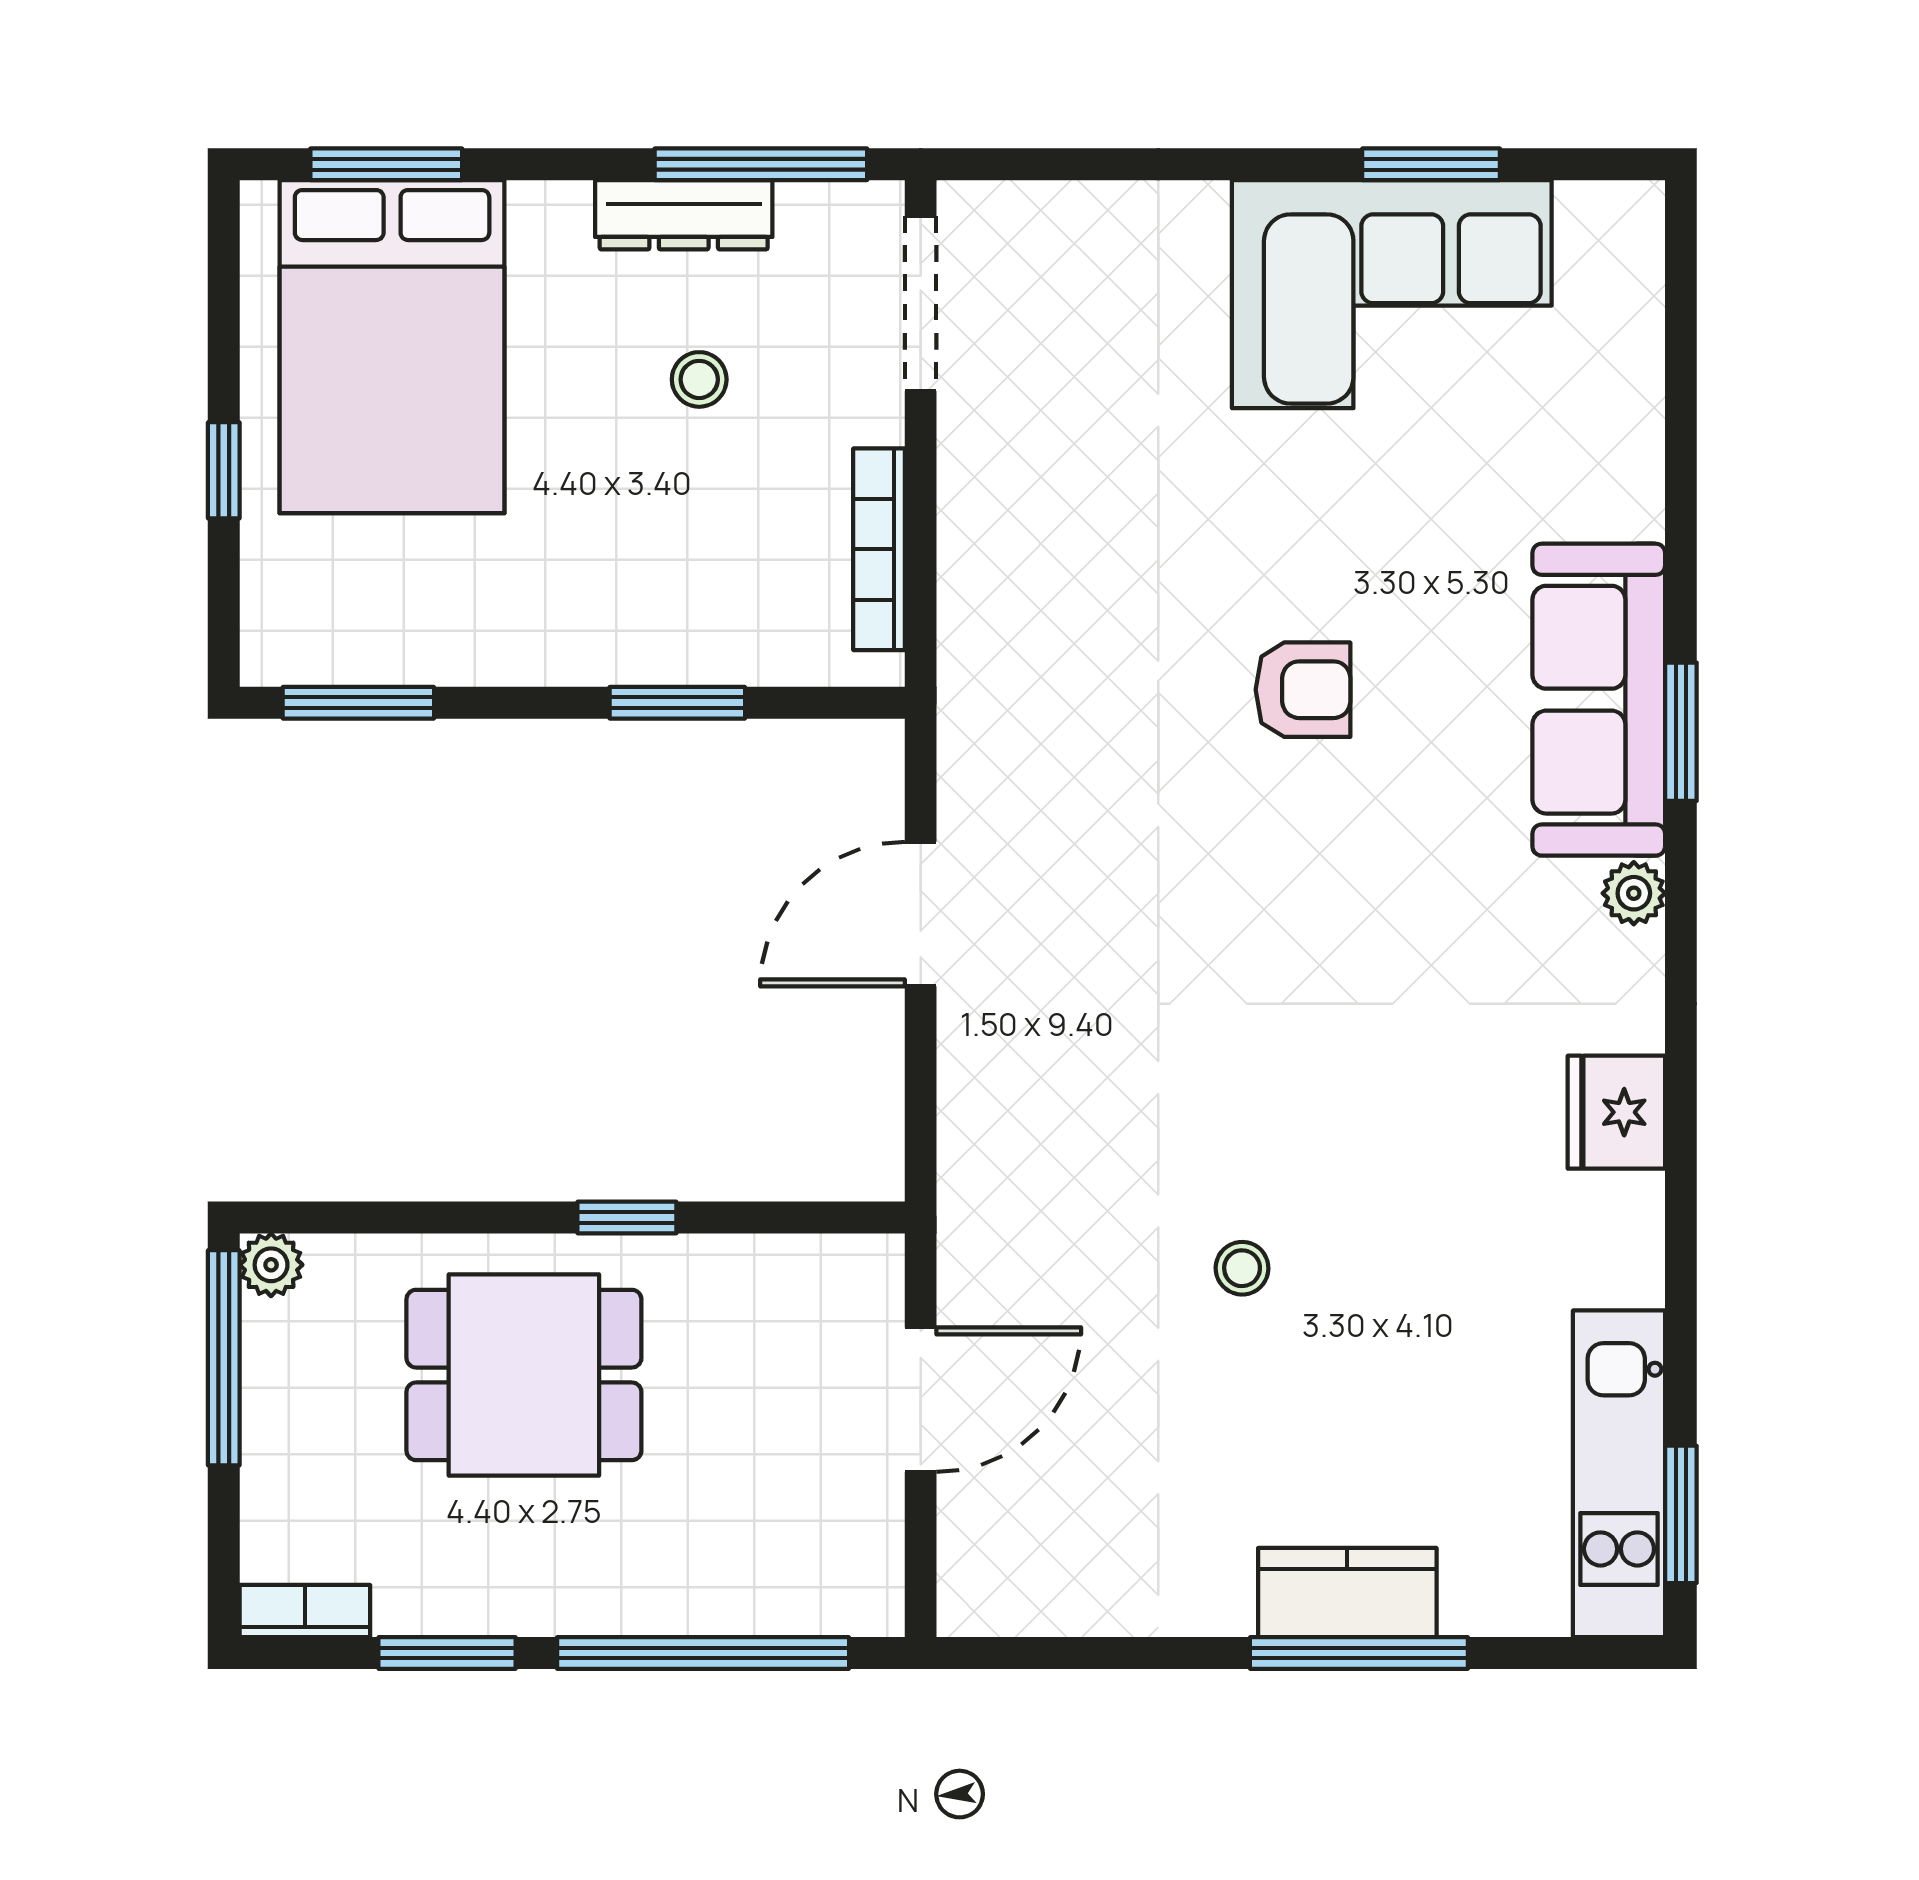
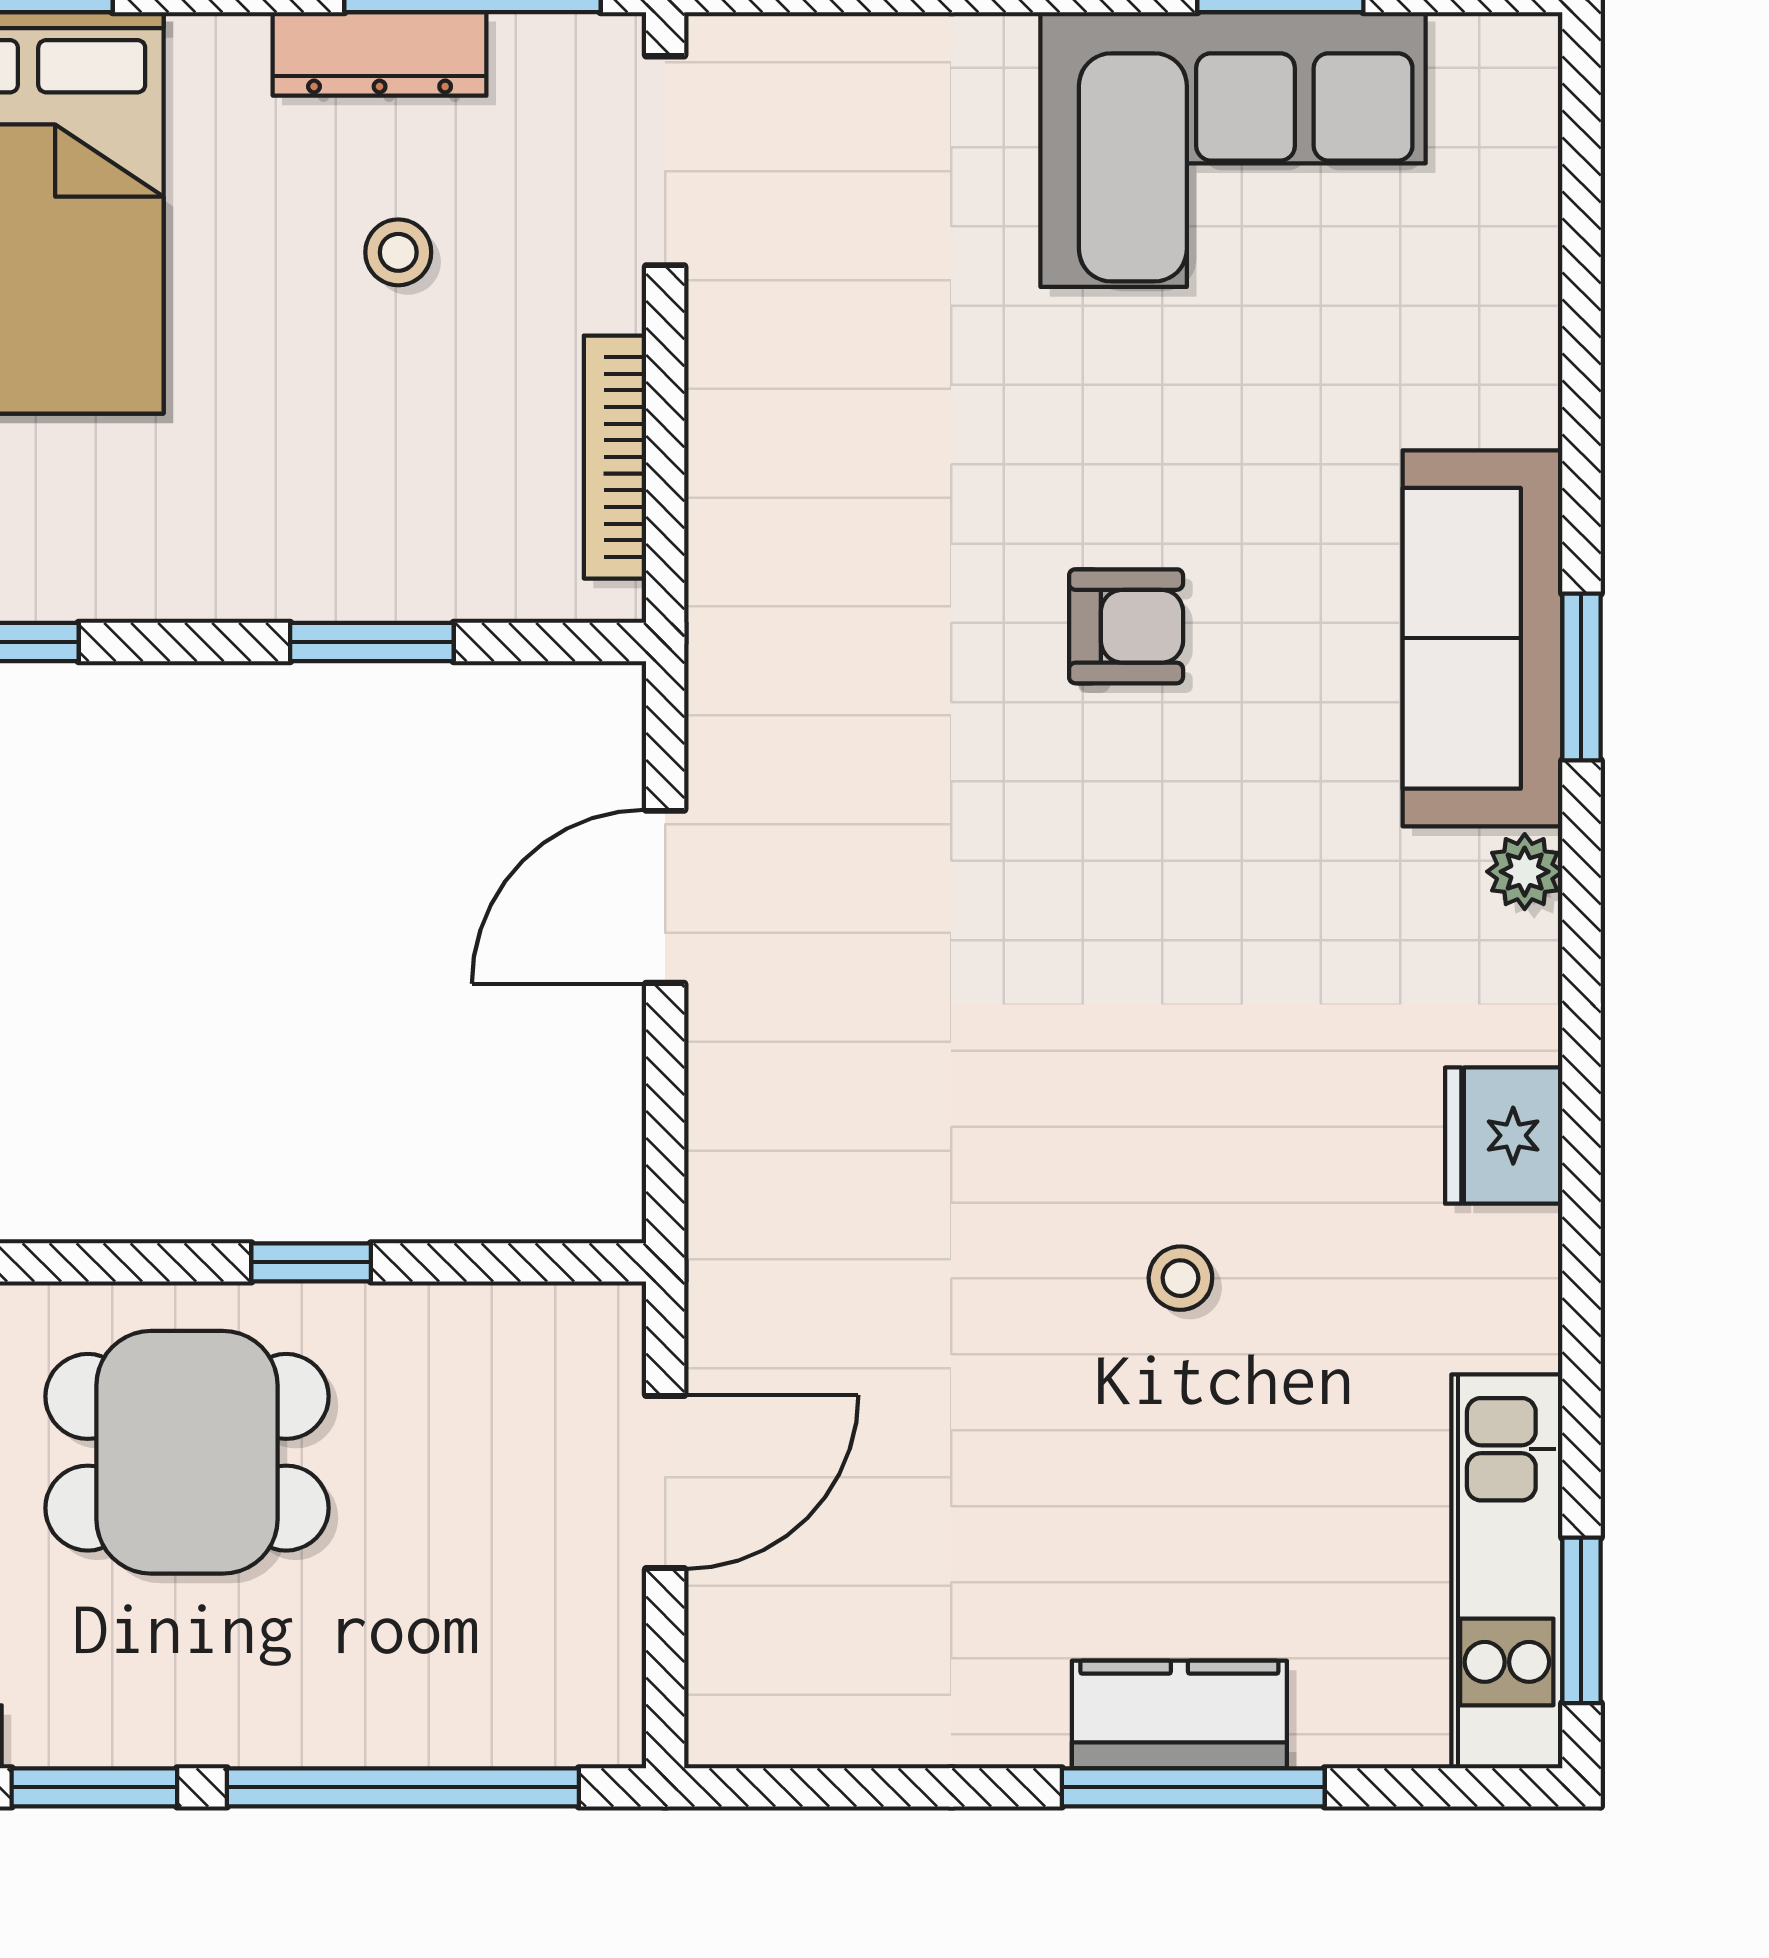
stool: (1242, 1268) -> (1180, 1278), moved

